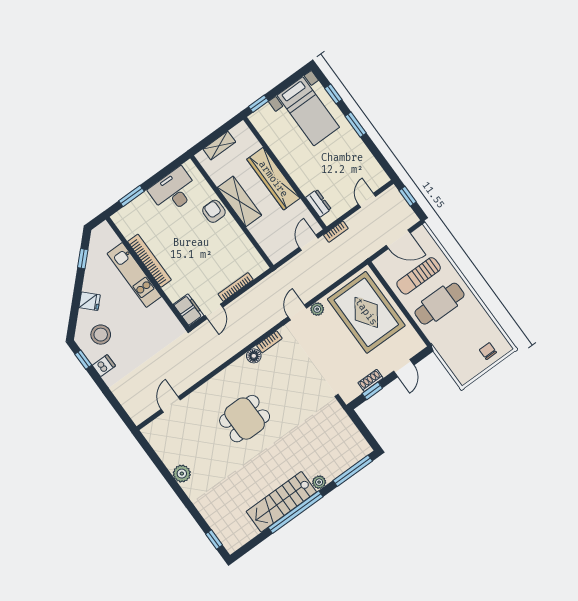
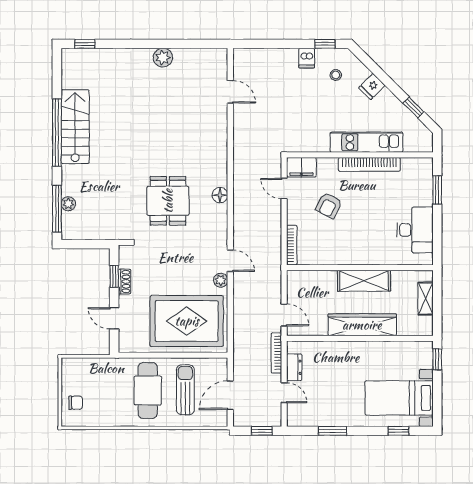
window: (356, 125) -> (333, 431), moved
dresser: (318, 203) -> (294, 367), moved, turned -90
armchair: (214, 211) -> (329, 205), moved, turned 117
bookcase: (336, 232) -> (276, 353), width x1.56
bookcase: (236, 287) -> (292, 245), moved
stool: (101, 335) -> (336, 75), width x0.53, depth x0.53
bookcase: (269, 342) -> (222, 218), removed
dining table: (245, 419) -> (168, 201), moved
plant: (319, 482) -> (68, 204), moved

